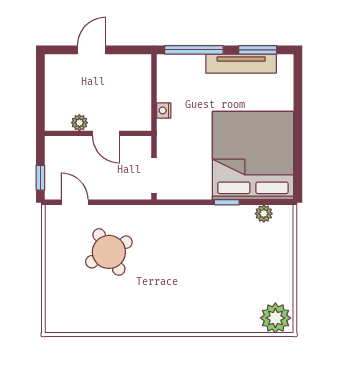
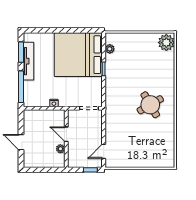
door: (106, 133) -> (66, 134), swing flipped
round table: (109, 252) -> (150, 105), moved

